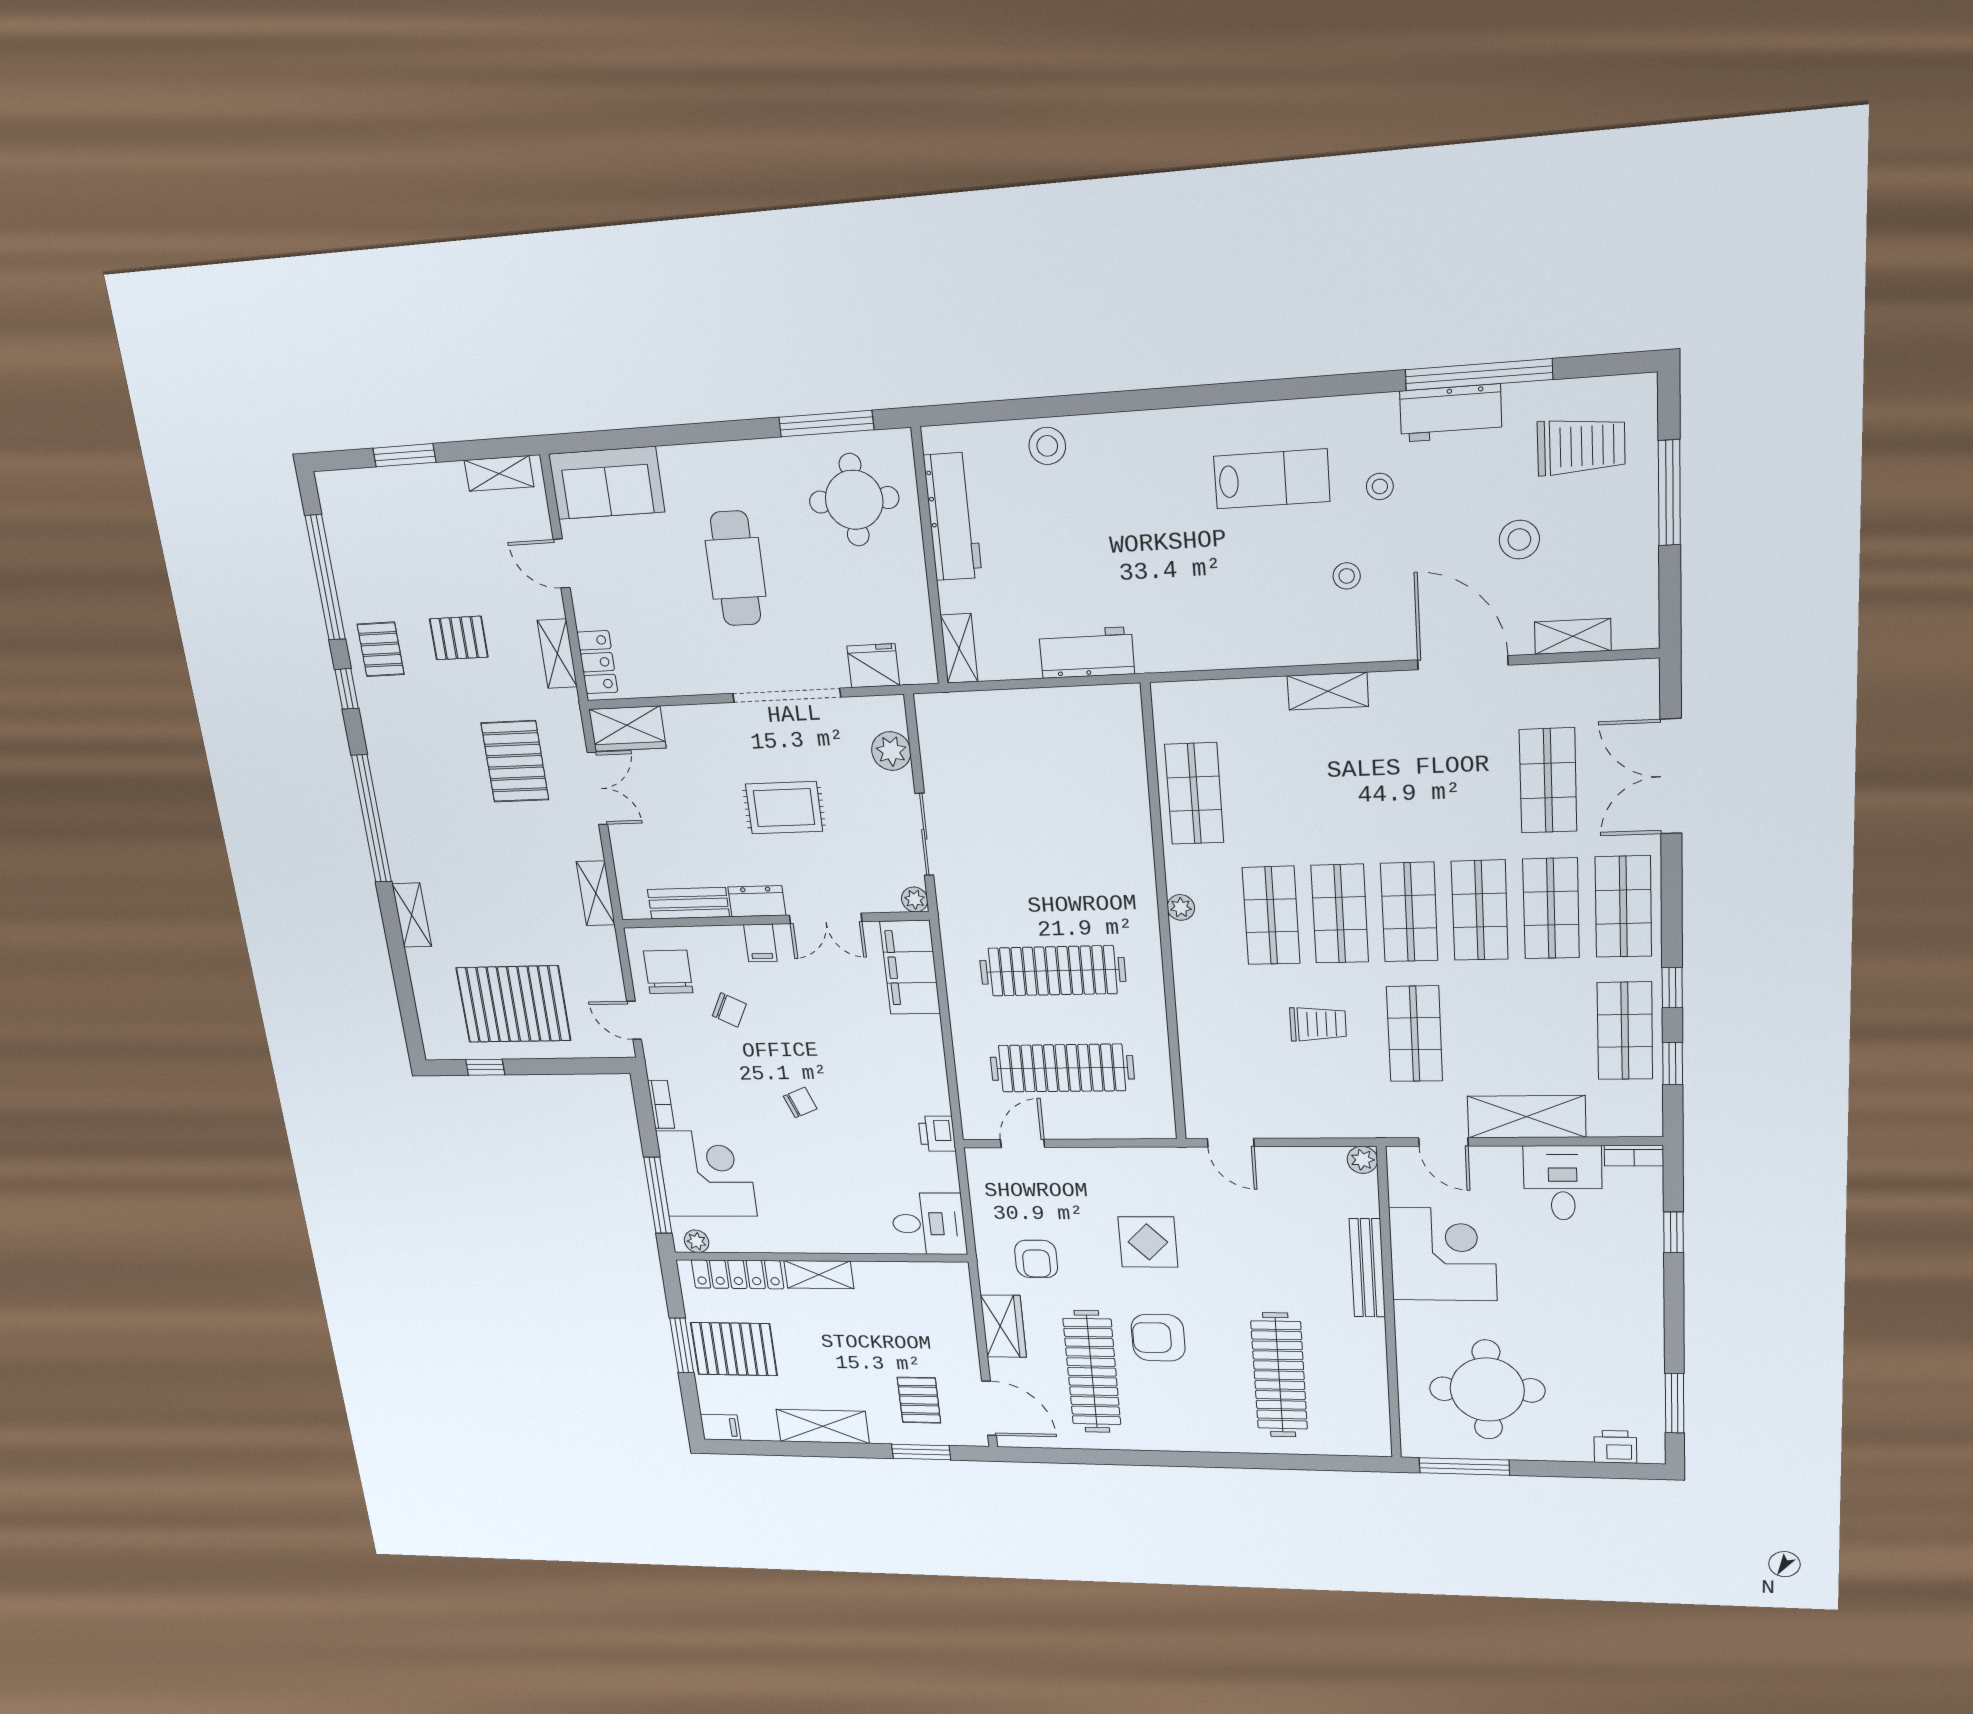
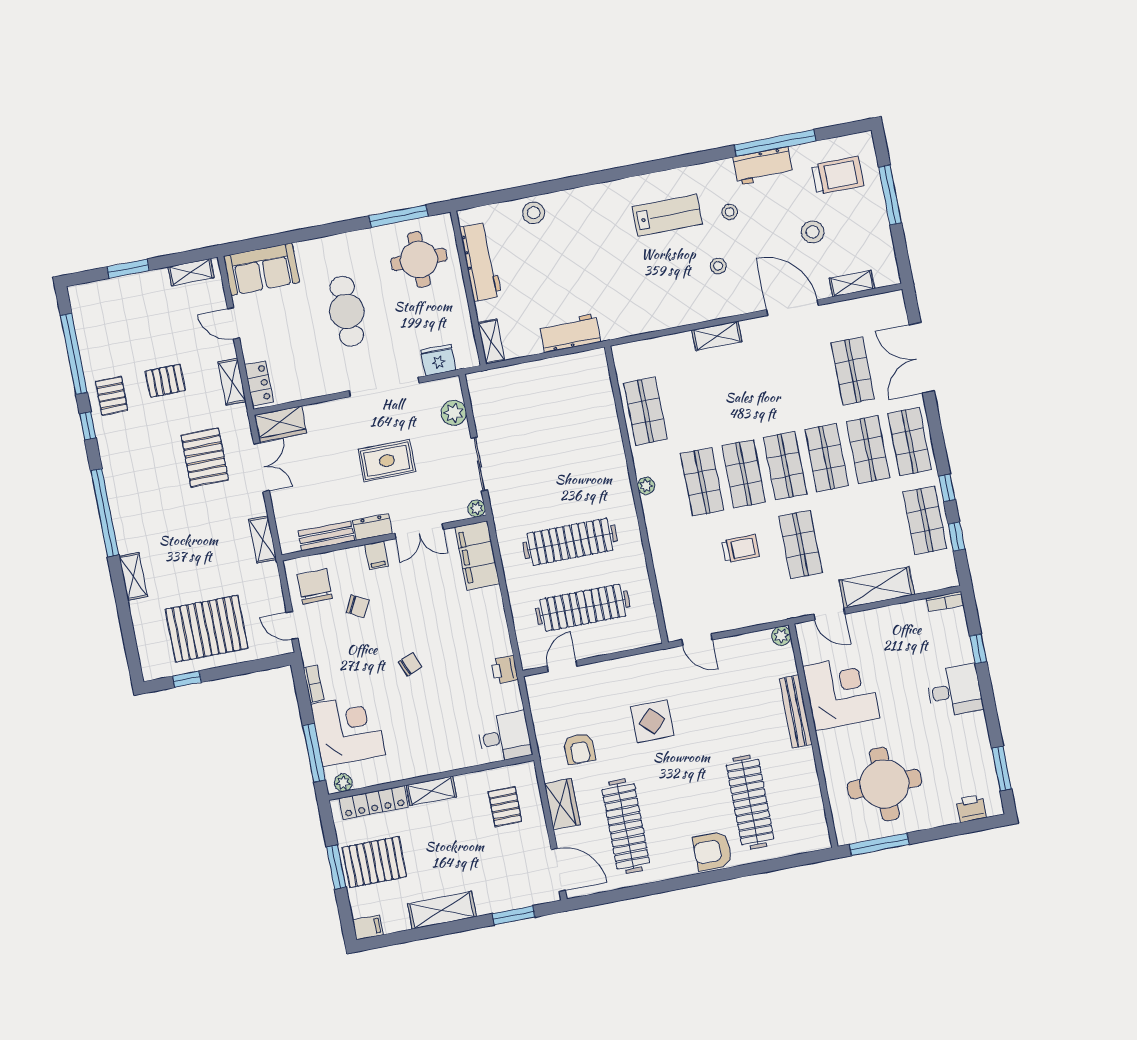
desk: (1563, 1183) -> (954, 691), moved, turned 90
armchair: (1158, 1338) -> (713, 851), moved
pallet: (919, 1400) -> (505, 807), moved

